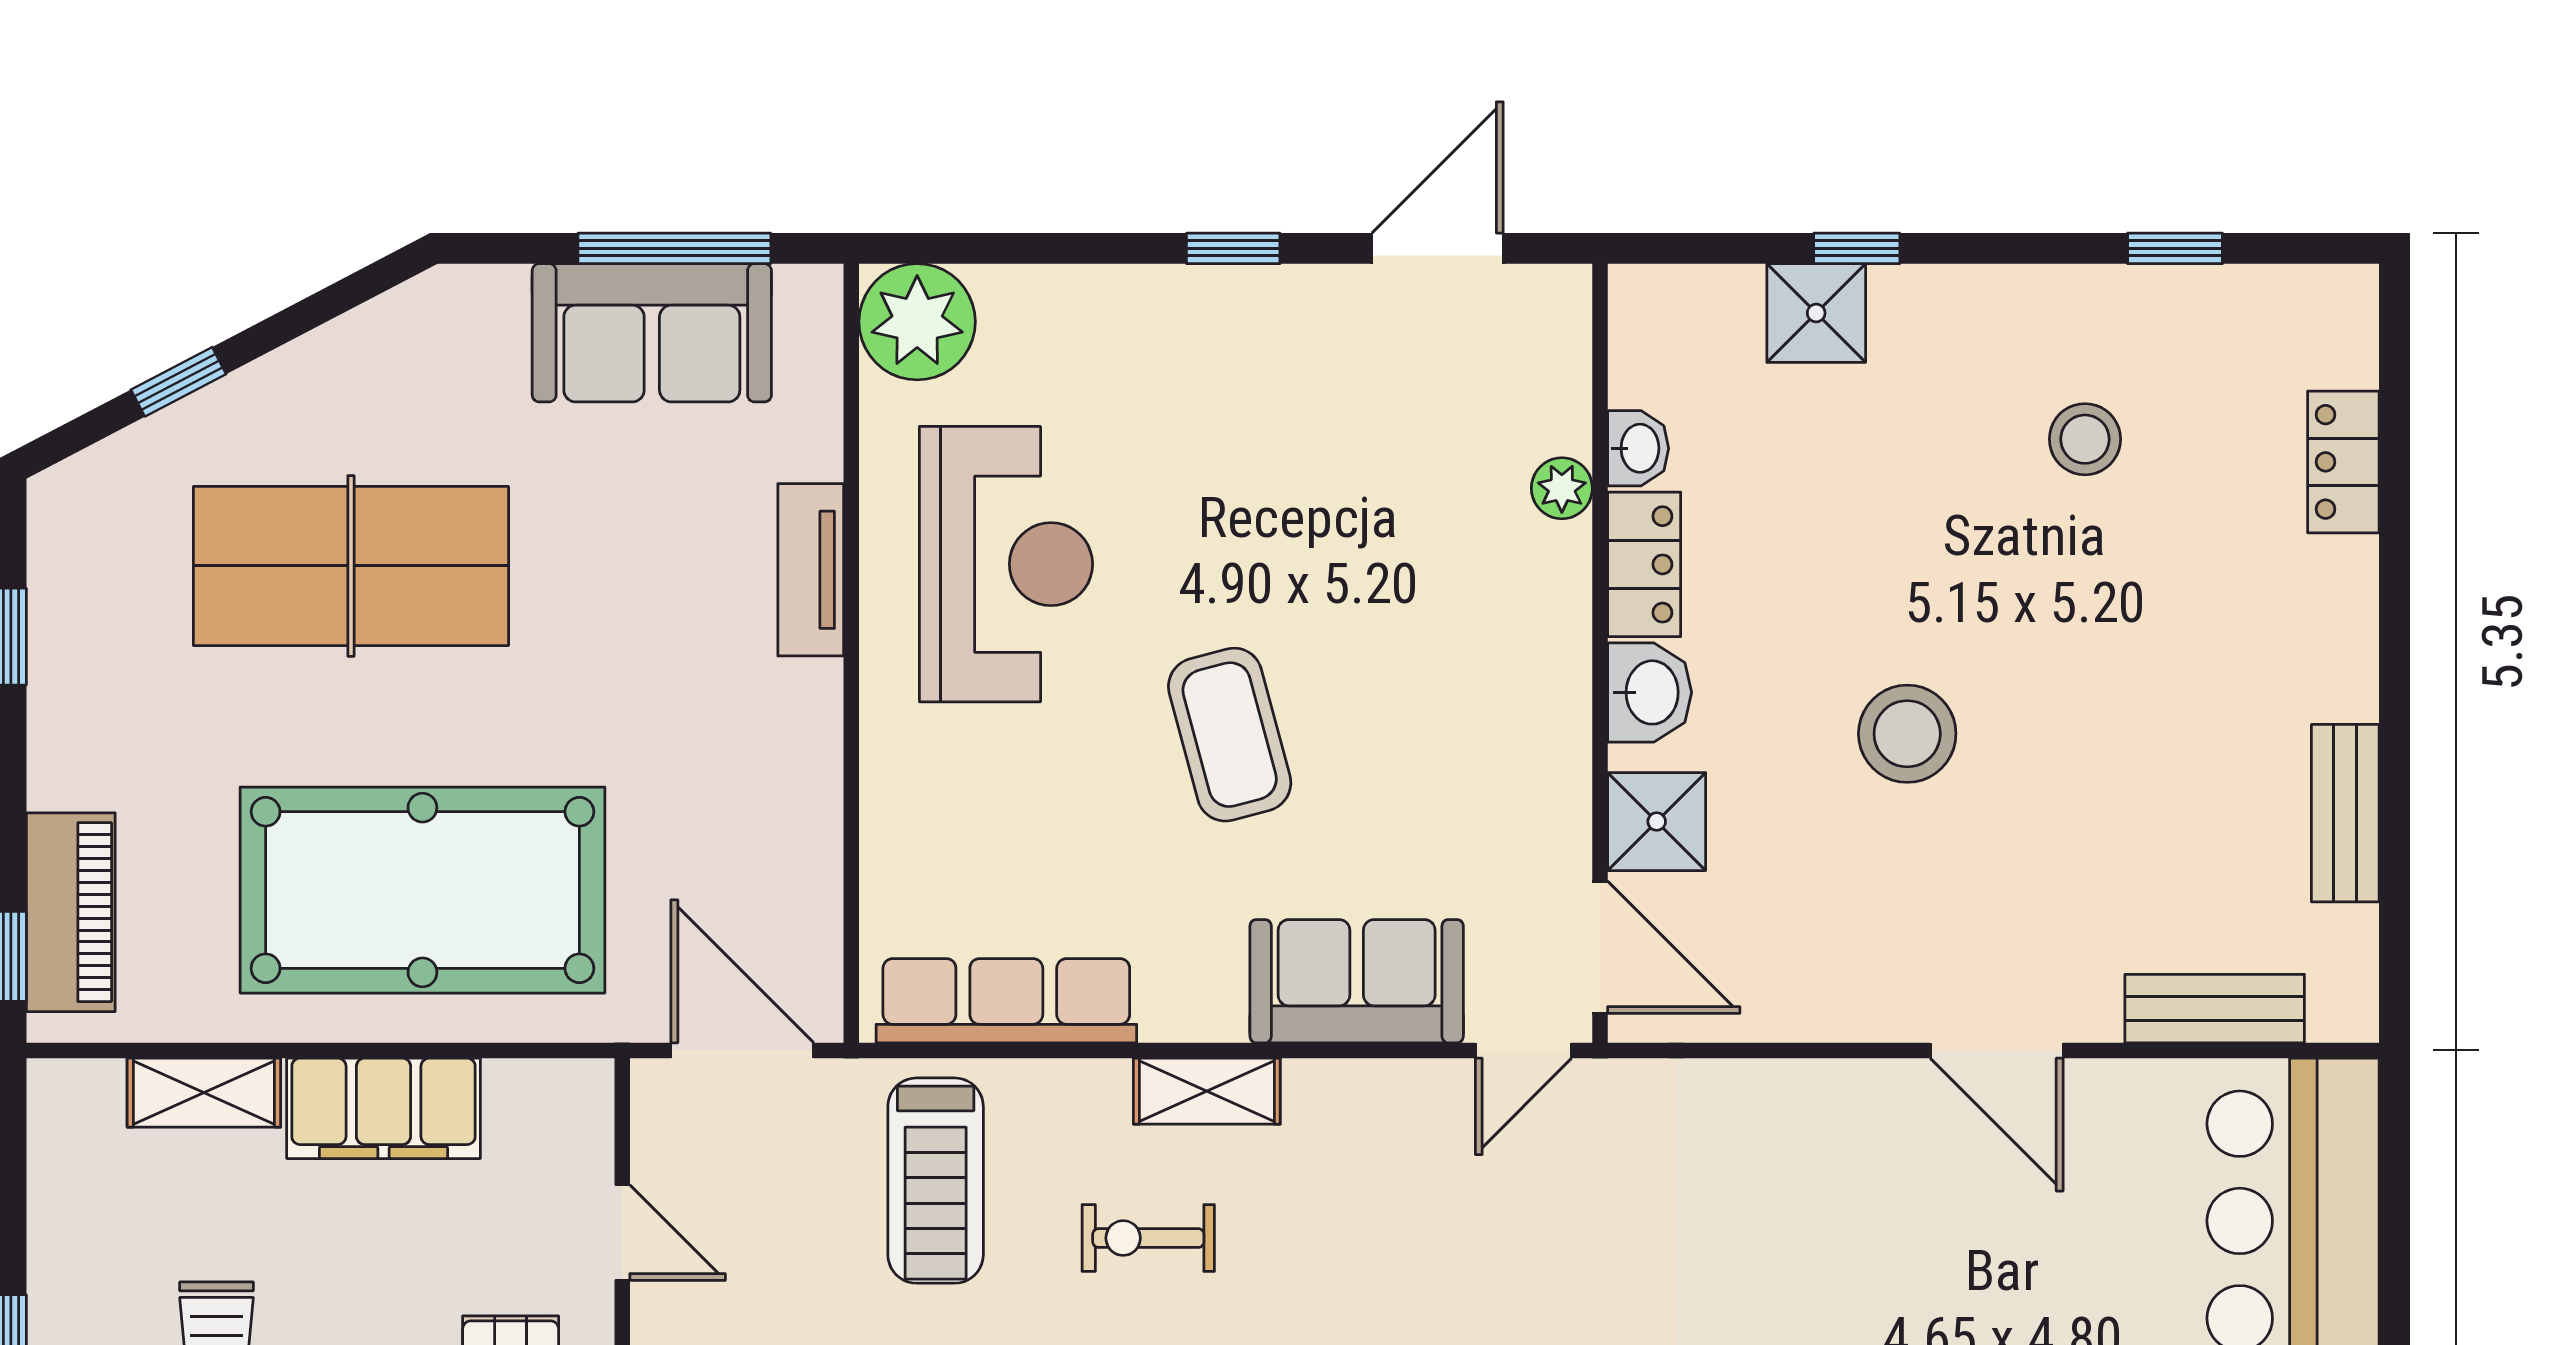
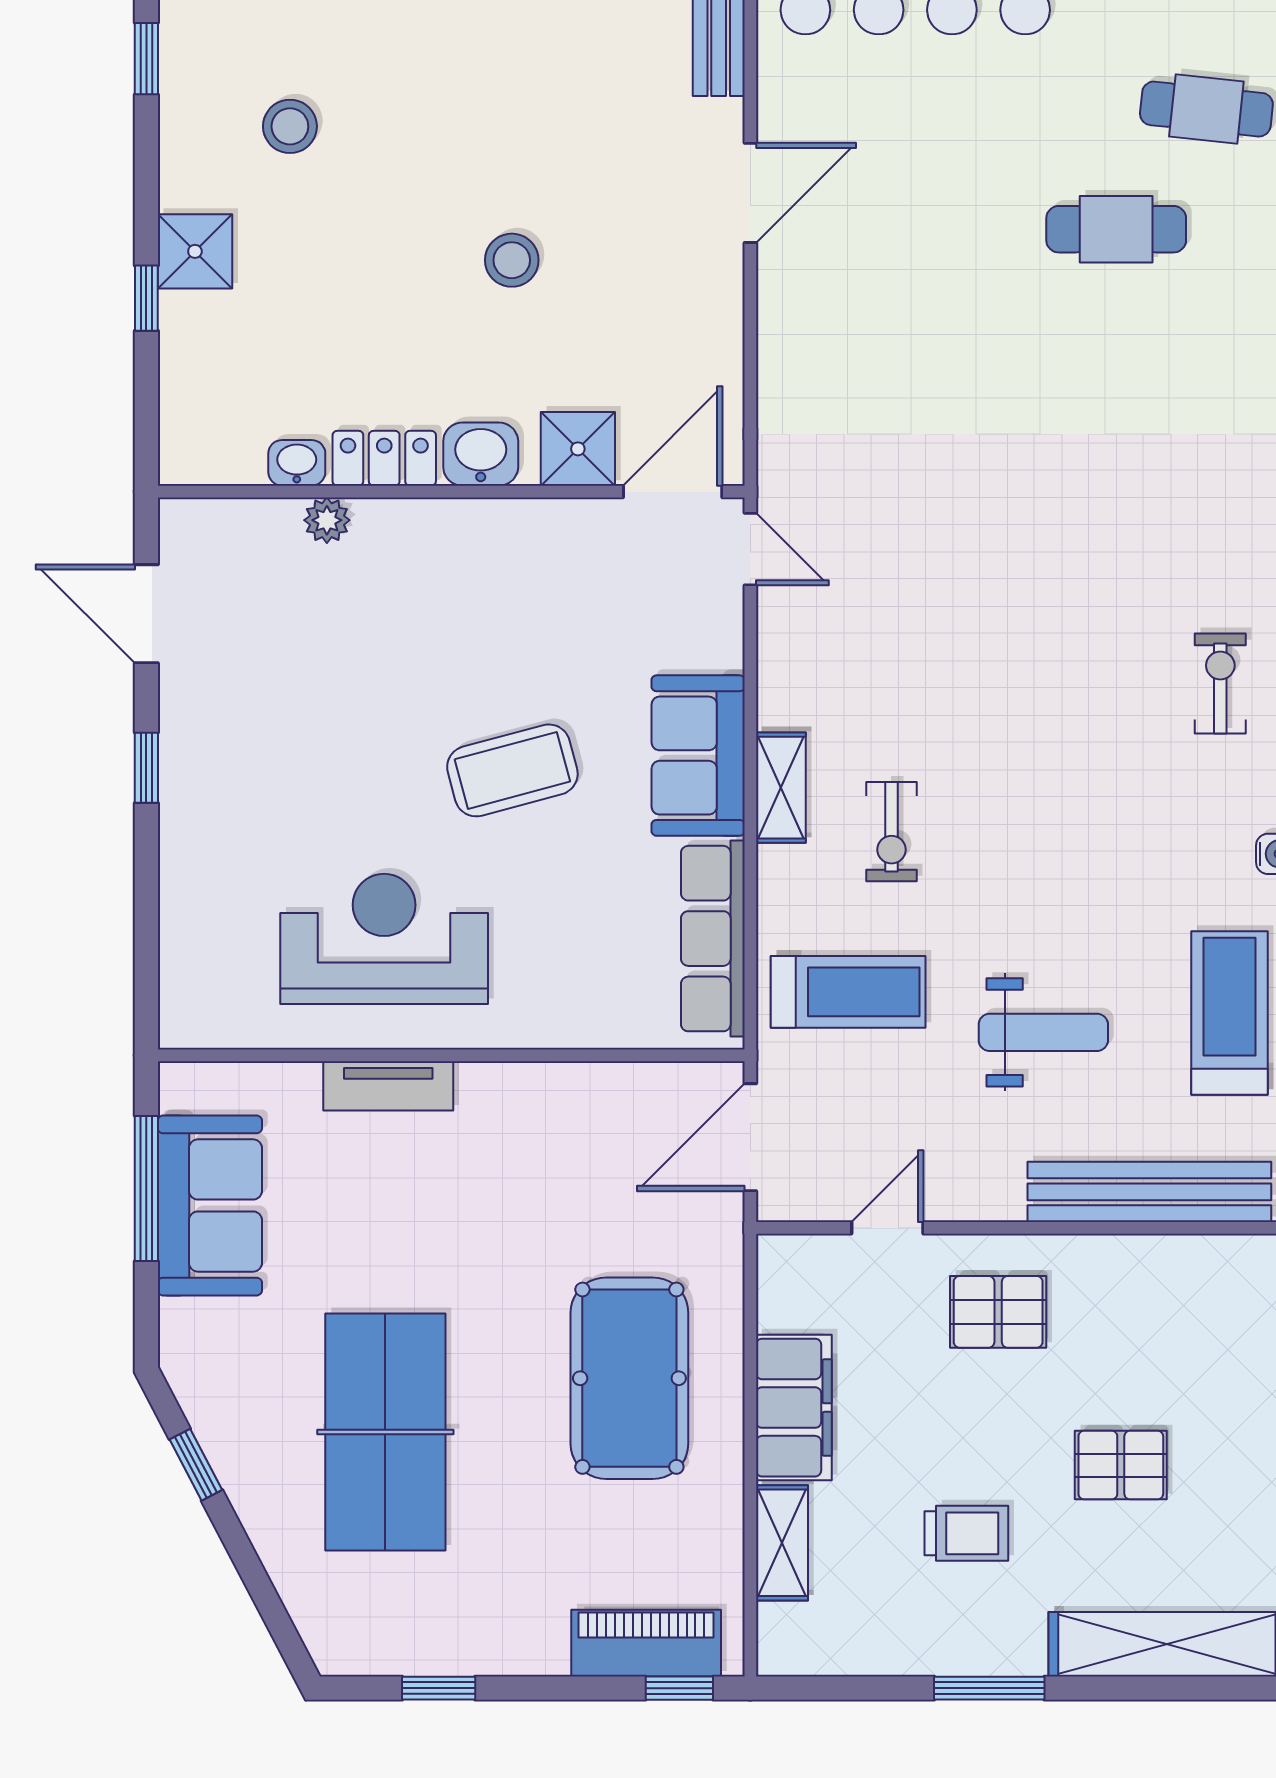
shower: (1816, 313) -> (195, 251), moved
plant: (917, 322) -> (202, 1006), removed
window: (178, 382) -> (196, 1465), moved
stool: (1907, 734) -> (512, 260), width x0.73, depth x0.73
pool table: (422, 890) -> (629, 1378), width x0.73, depth x0.76
sofa: (1357, 981) -> (698, 756), moved

